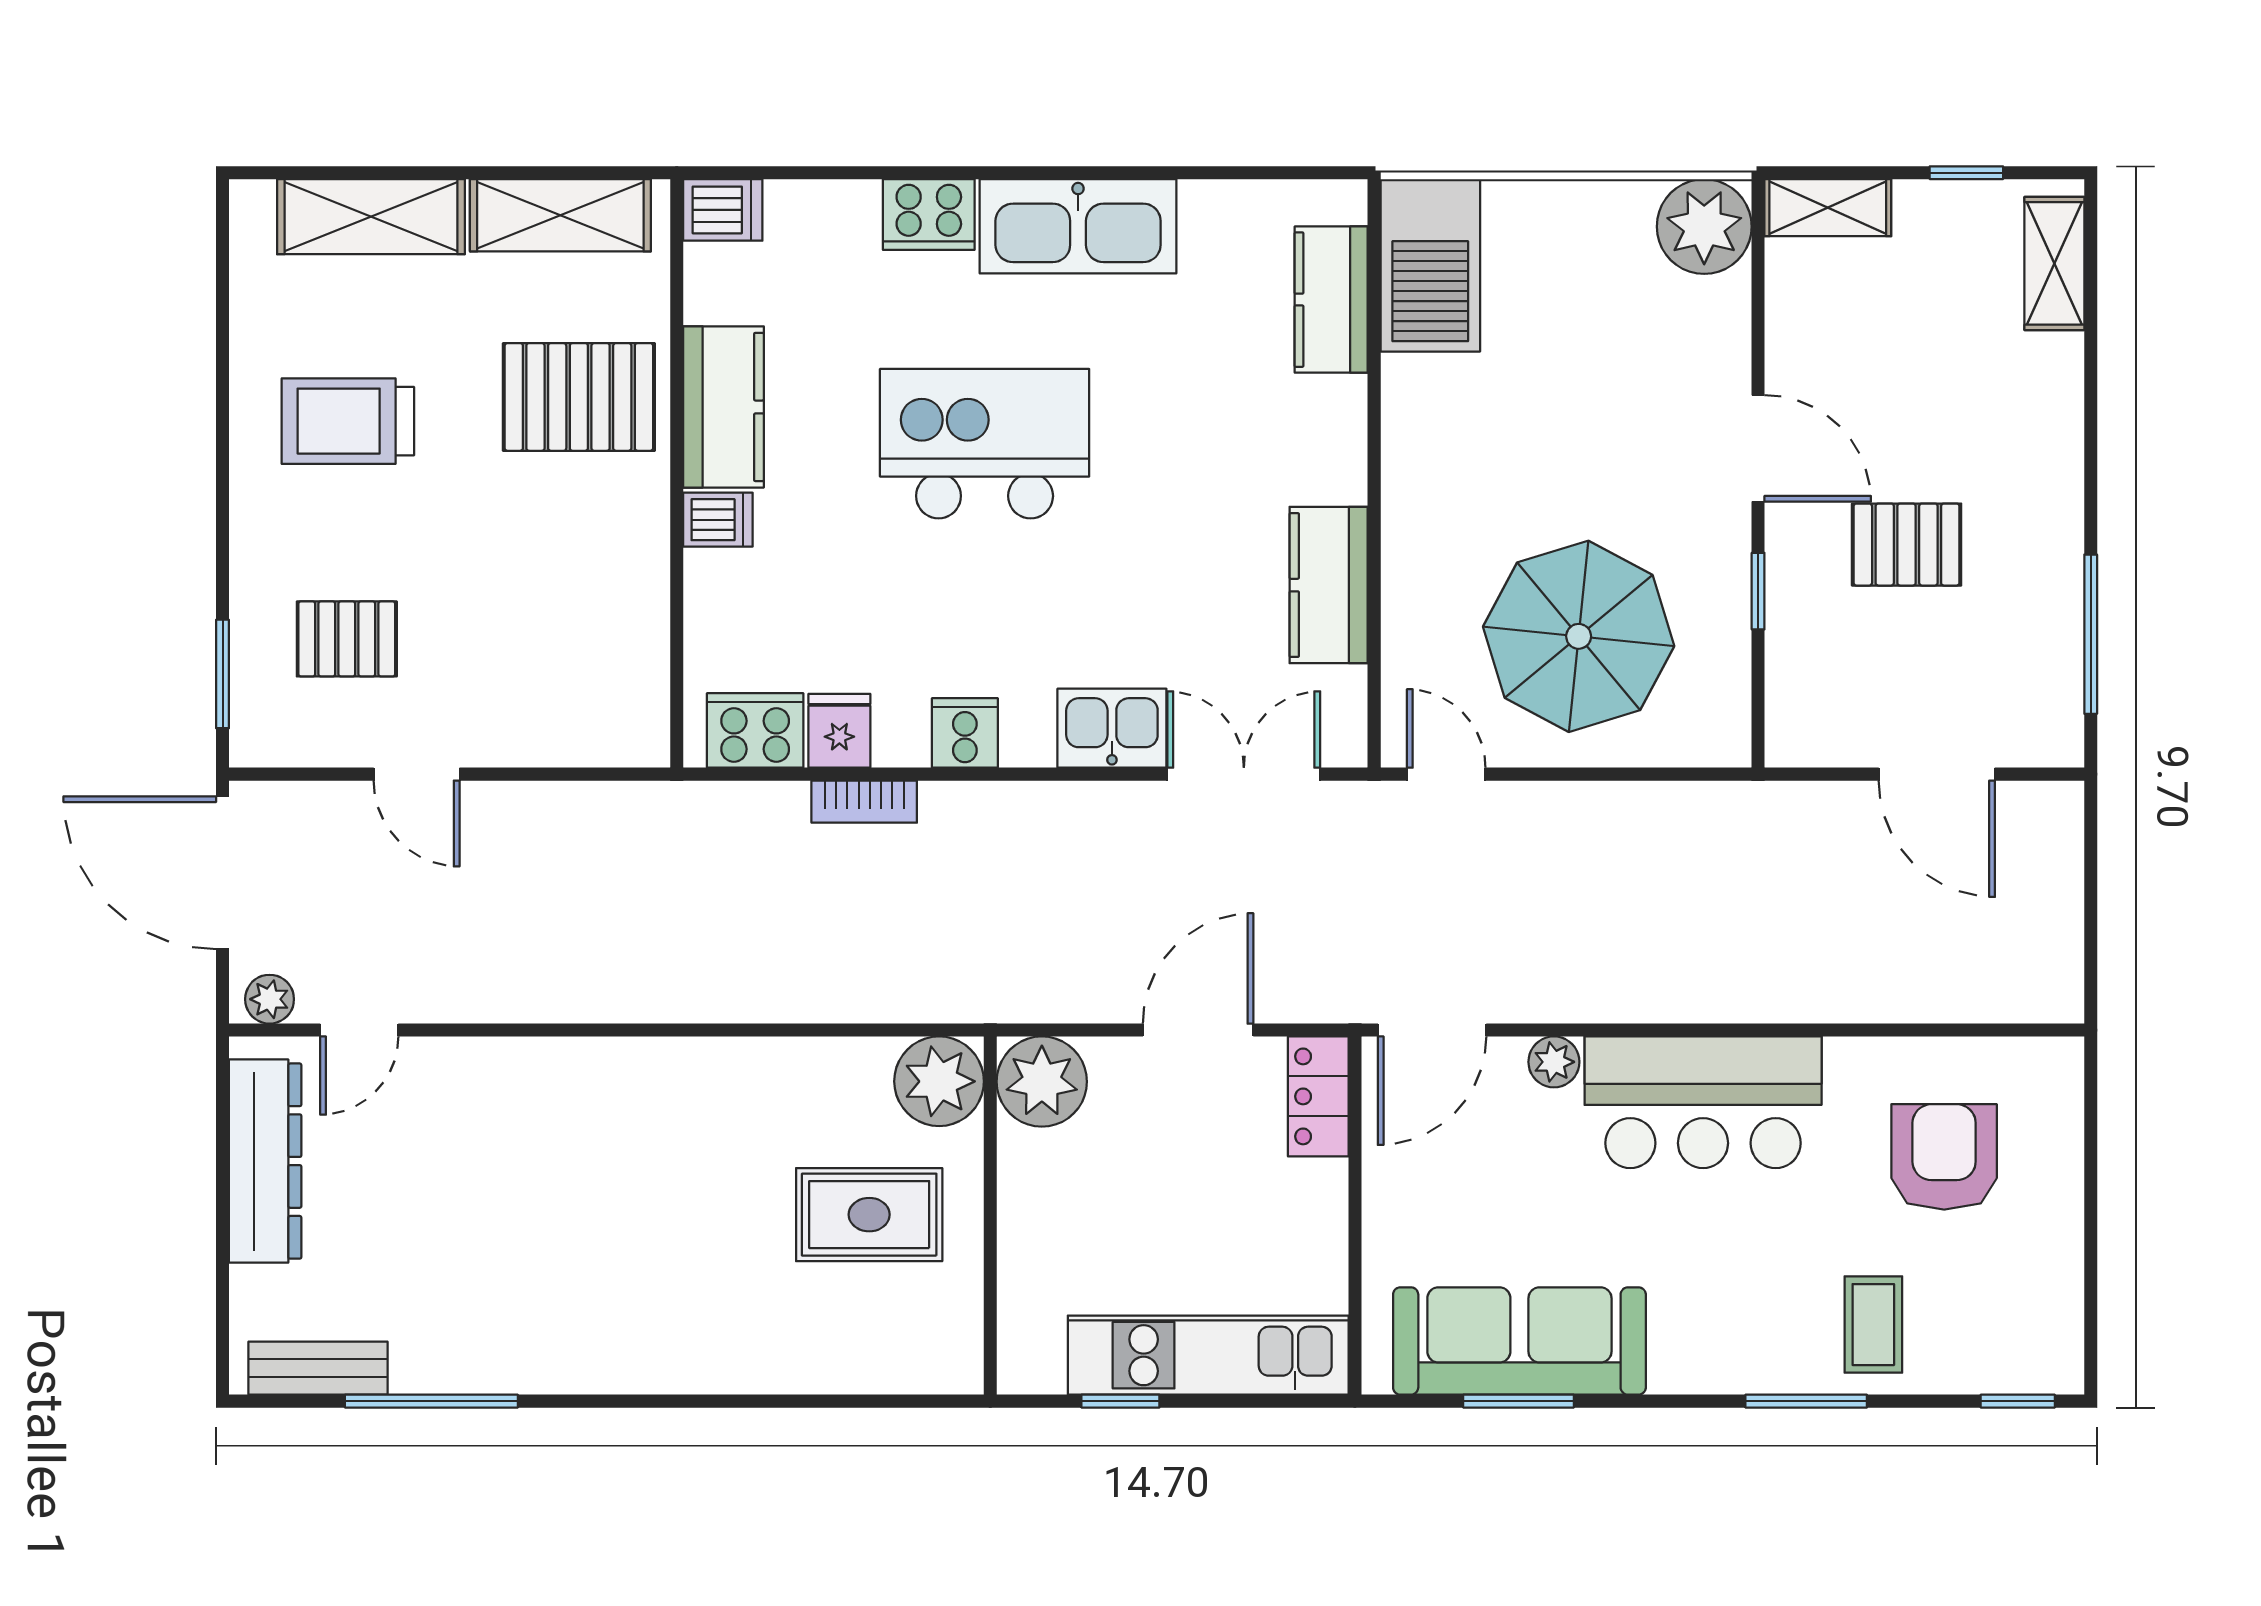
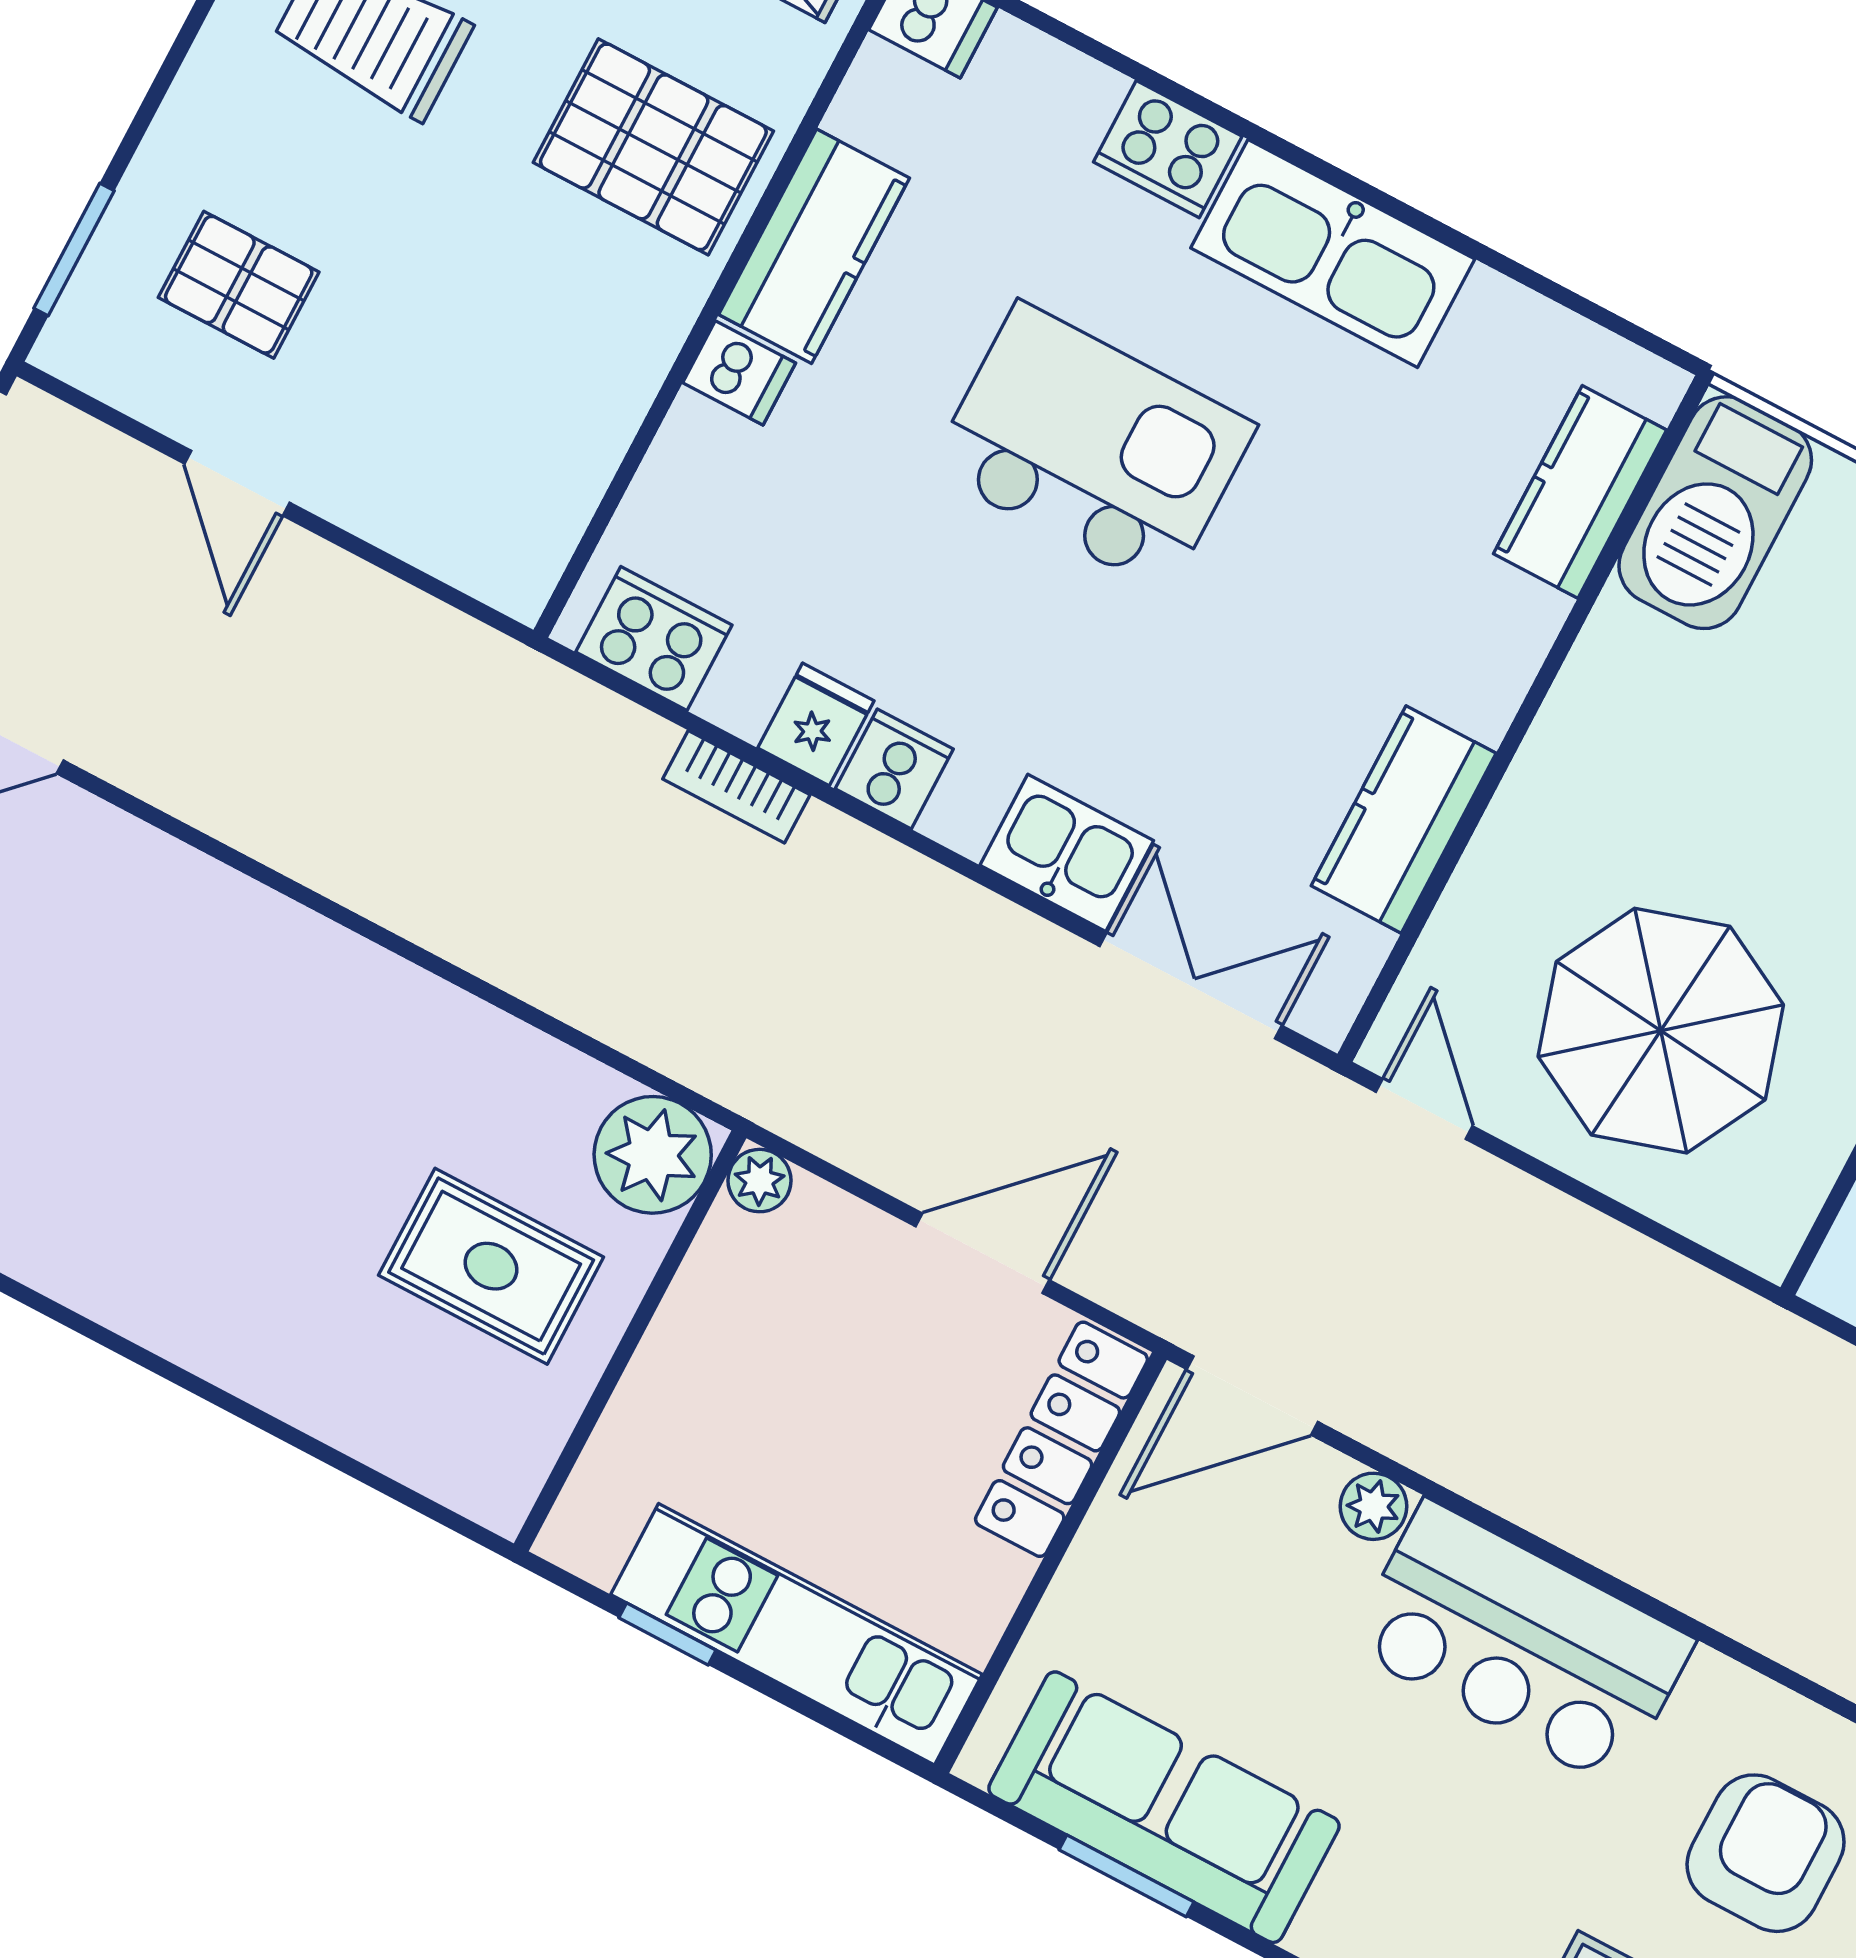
fridge: (839, 731) -> (816, 724), moved
plant: (1042, 1082) -> (759, 1181), width x0.53, depth x0.53
locker: (1318, 1096) -> (1061, 1439), width x1.53

